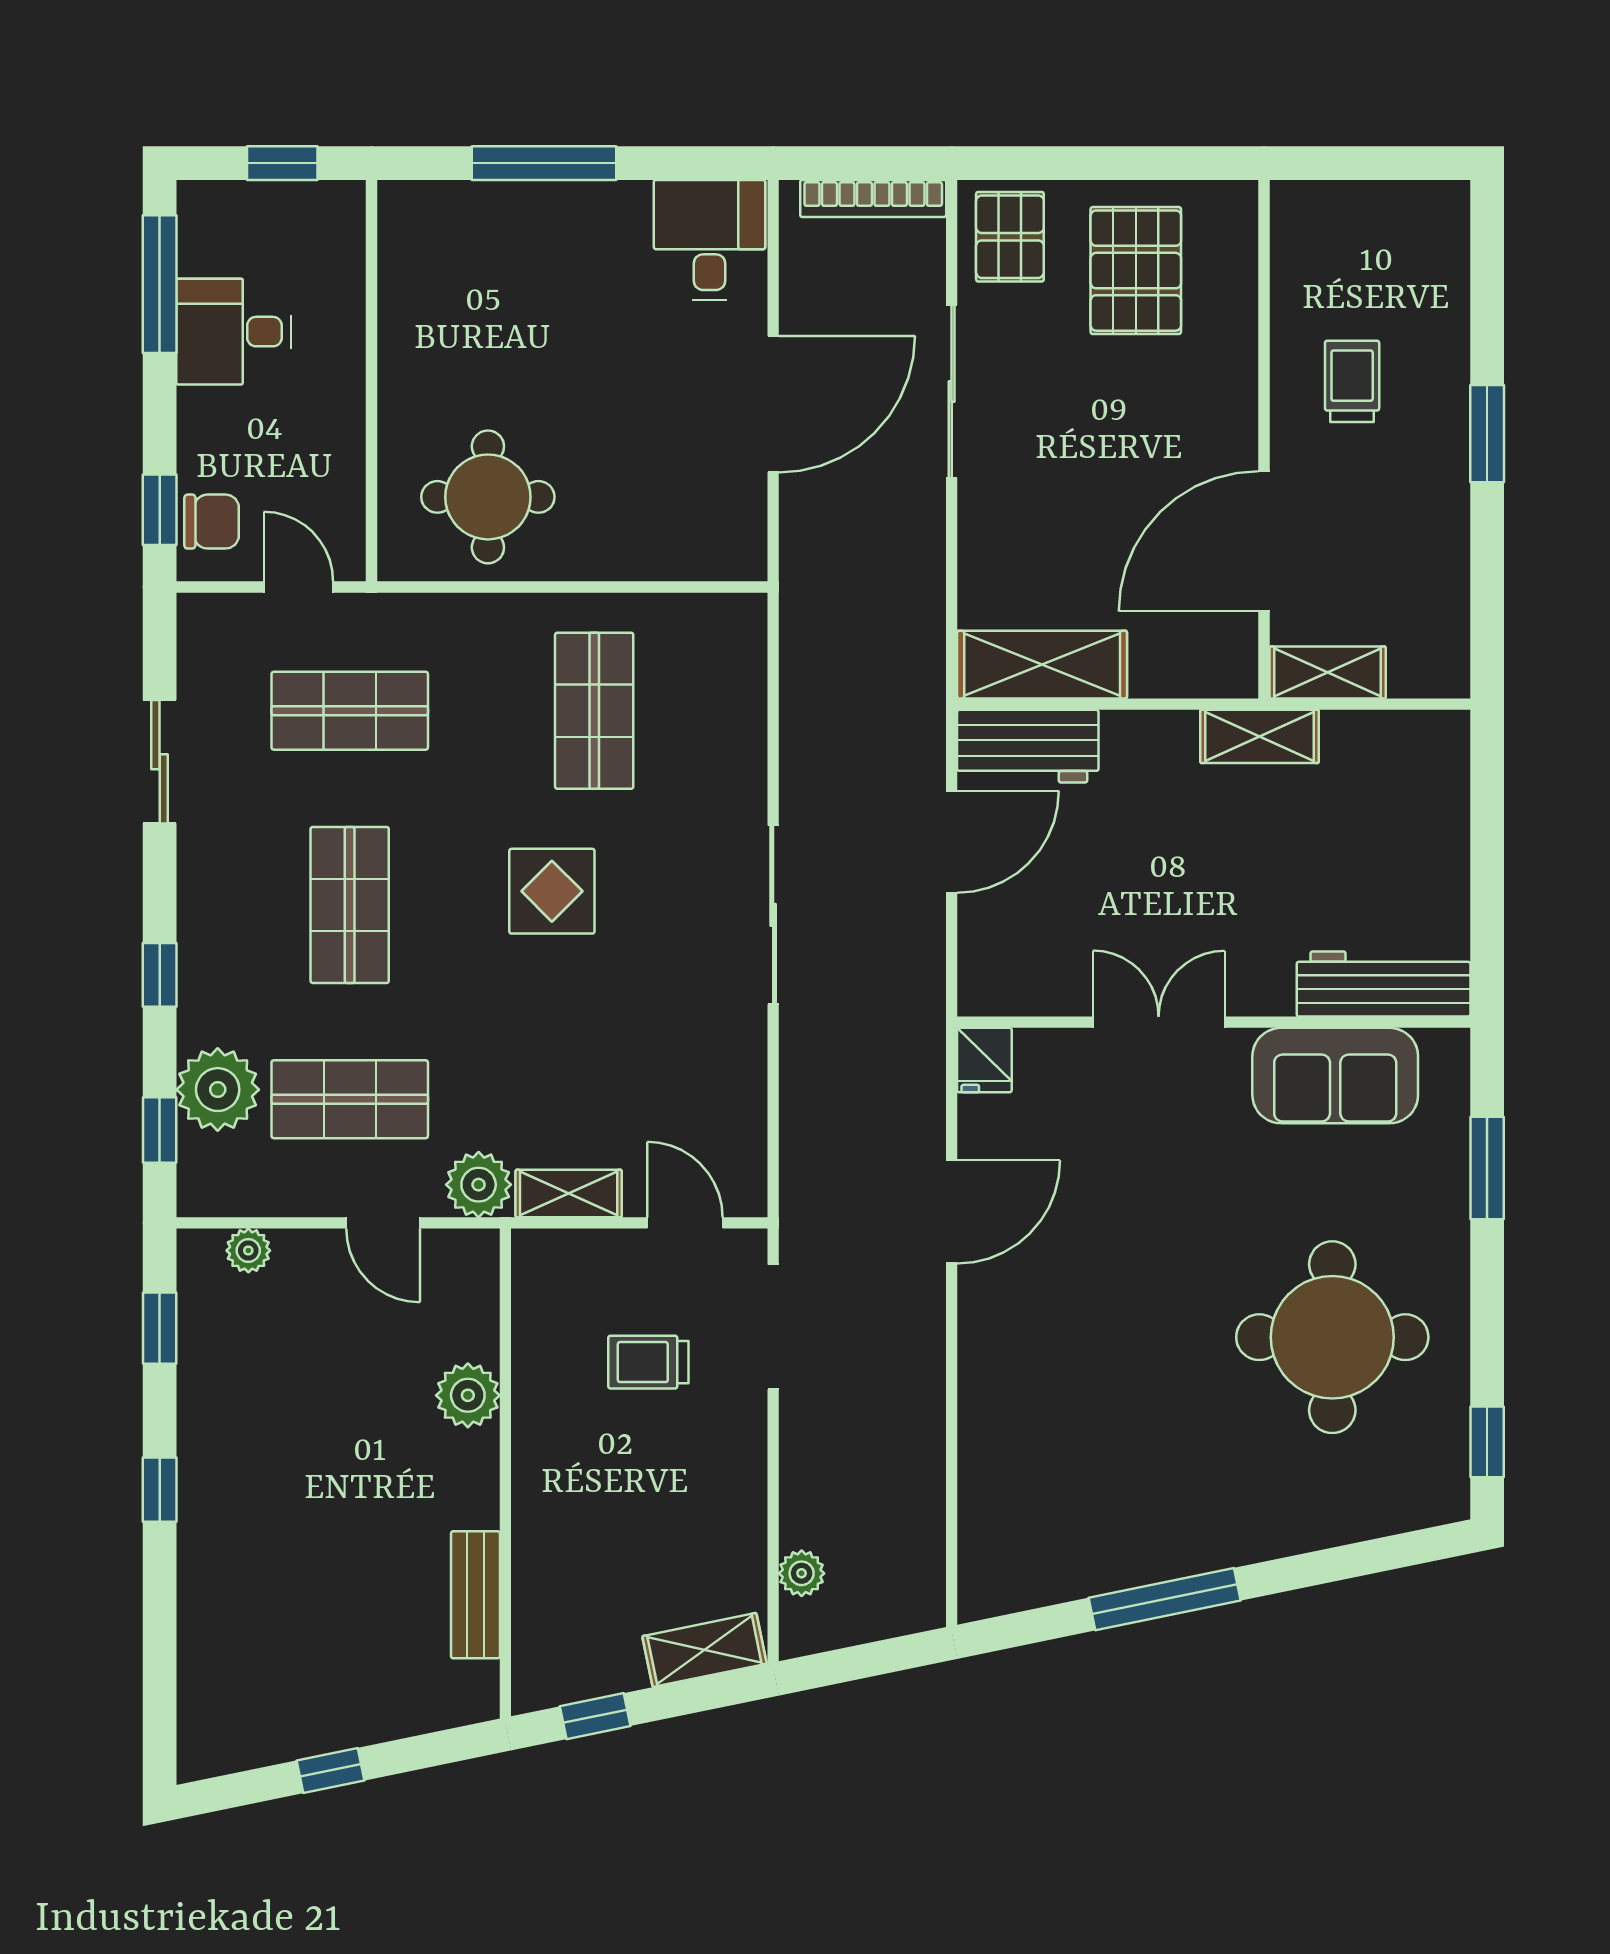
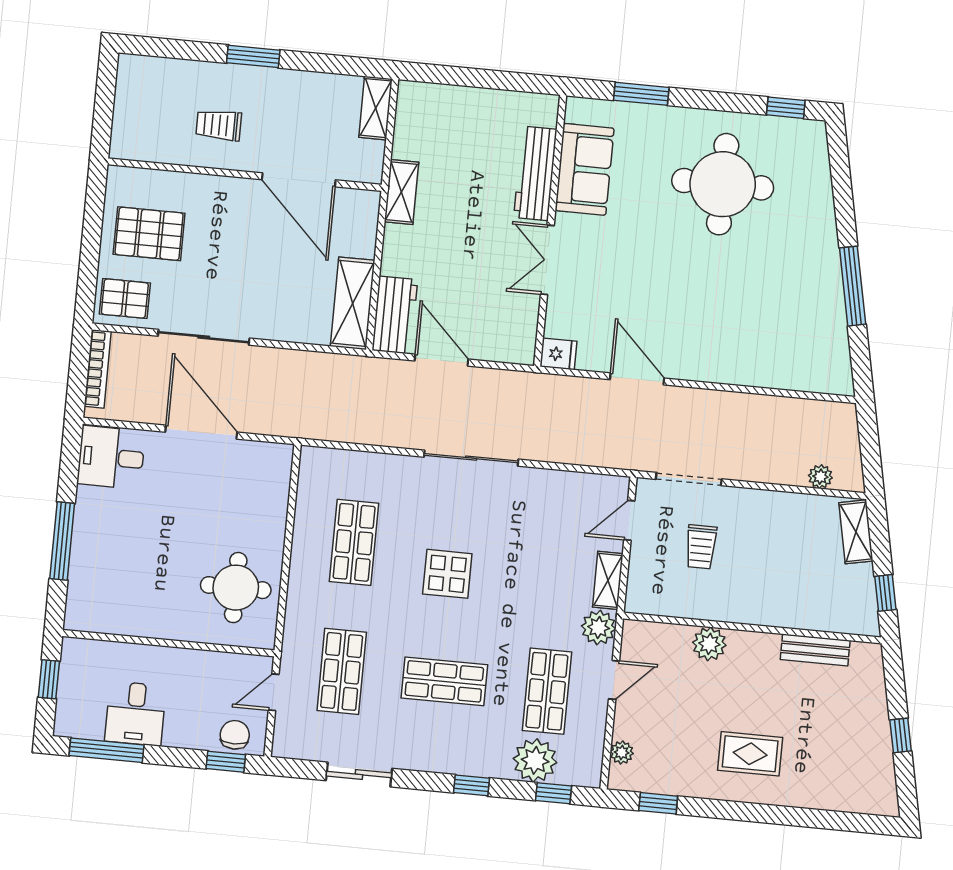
shelving: (1328, 672) -> (376, 108), moved
shop shelf: (594, 711) -> (354, 542), turned 90
workbench: (1384, 984) -> (535, 173), moved
window: (160, 1490) -> (744, 812), removed
rug: (269, 1492) -> (750, 754), added

